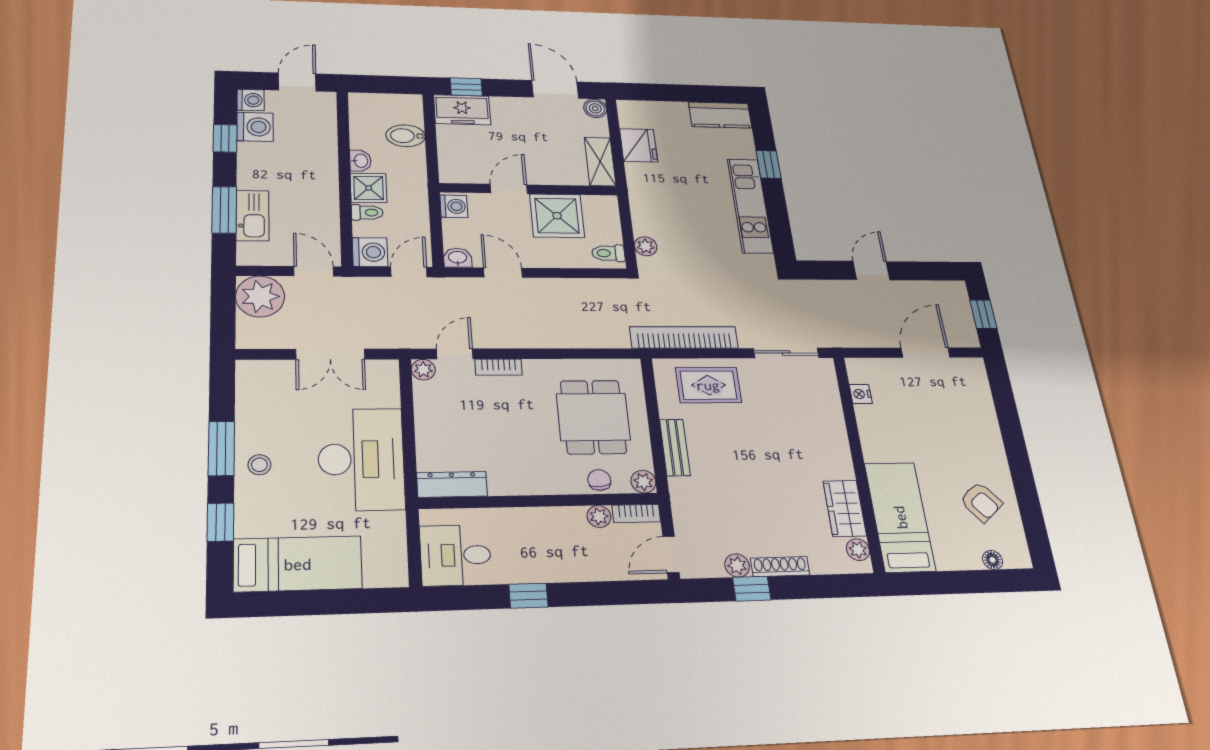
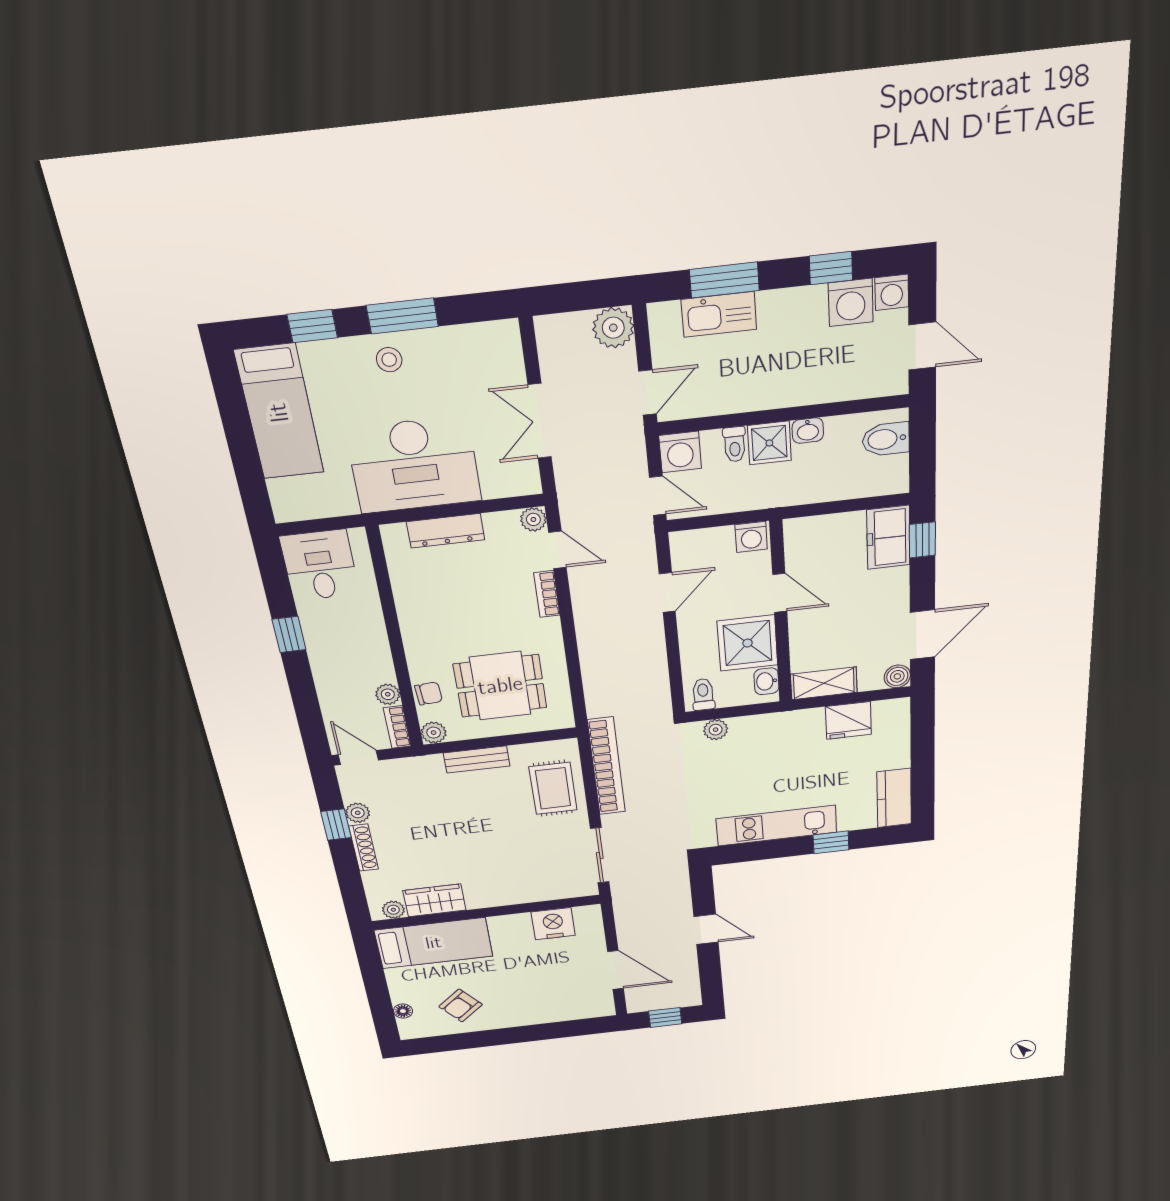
bidet: (406, 136) -> (886, 439), moved, turned -90
washbasin: (458, 258) -> (766, 681), moved, turned 180
plant: (260, 296) -> (613, 328), width x0.73, depth x0.73
nightstand: (861, 394) -> (553, 924), width x1.89, depth x1.79
dresser: (452, 484) -> (446, 531), moved, turned 90

